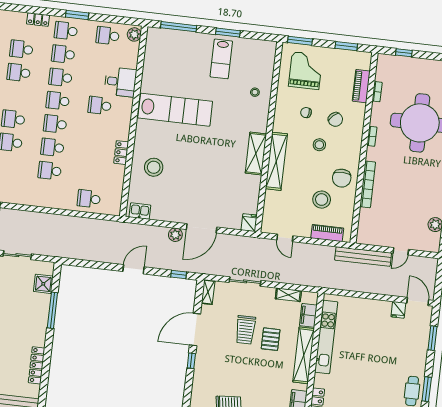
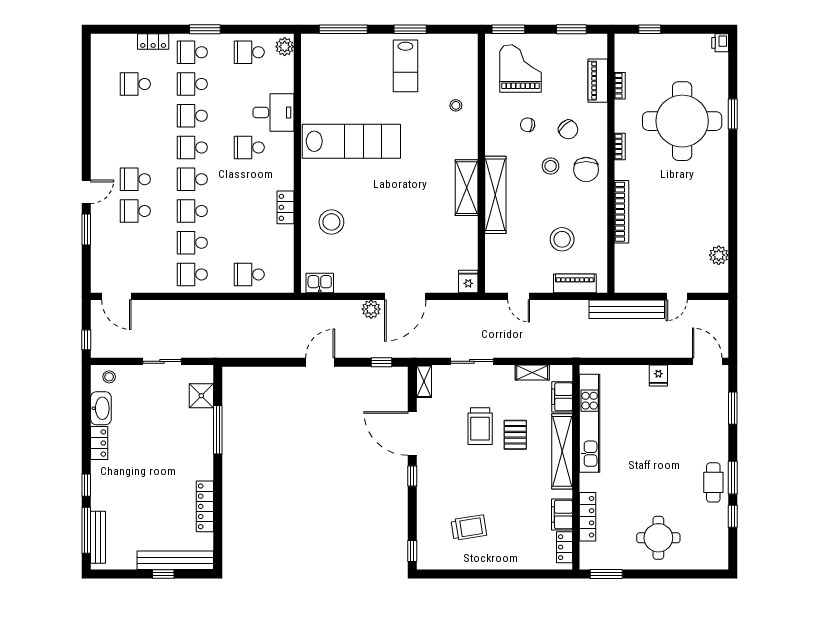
school desk: (19, 73) -> (192, 274), moved
chair: (342, 178) -> (586, 170), moved
fridge: (398, 310) -> (658, 375), moved
door: (195, 330) -> (412, 434), hinge flipped

